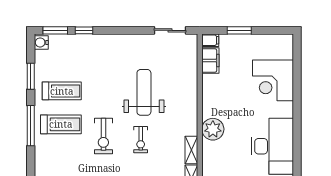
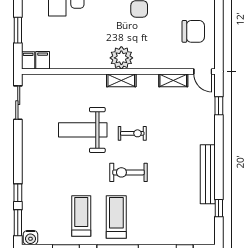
filing cabinet: (210, 61) -> (43, 60), width x0.50
exercise bike: (103, 136) -> (129, 172), turned 180
shelving: (191, 150) -> (121, 80), moved

